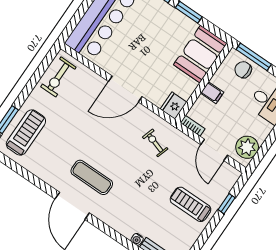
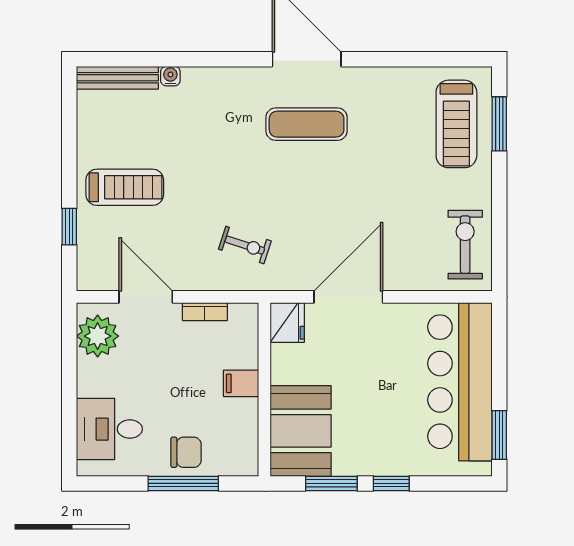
booth: (200, 54) -> (301, 431), moved
wall: (204, 83) -> (264, 389), moved
filing cabinet: (212, 93) -> (241, 383), moved
fridge: (174, 106) -> (287, 323), moved

